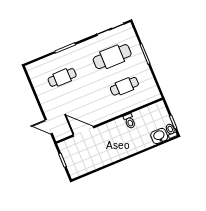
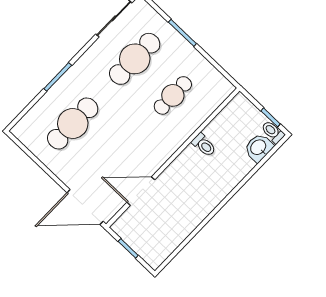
cafe table: (62, 77) -> (73, 123), width x1.37, depth x1.35
door: (49, 127) -> (85, 207), width x1.87

